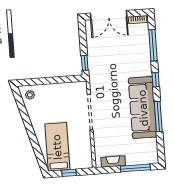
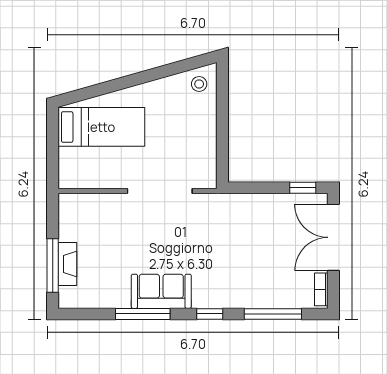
window: (85, 63) -> (303, 188), moved
sofa: (143, 108) -> (161, 291), width x0.54, depth x0.79
fireplace: (113, 161) -> (67, 264), moved
window: (69, 173) -> (53, 145), removed

